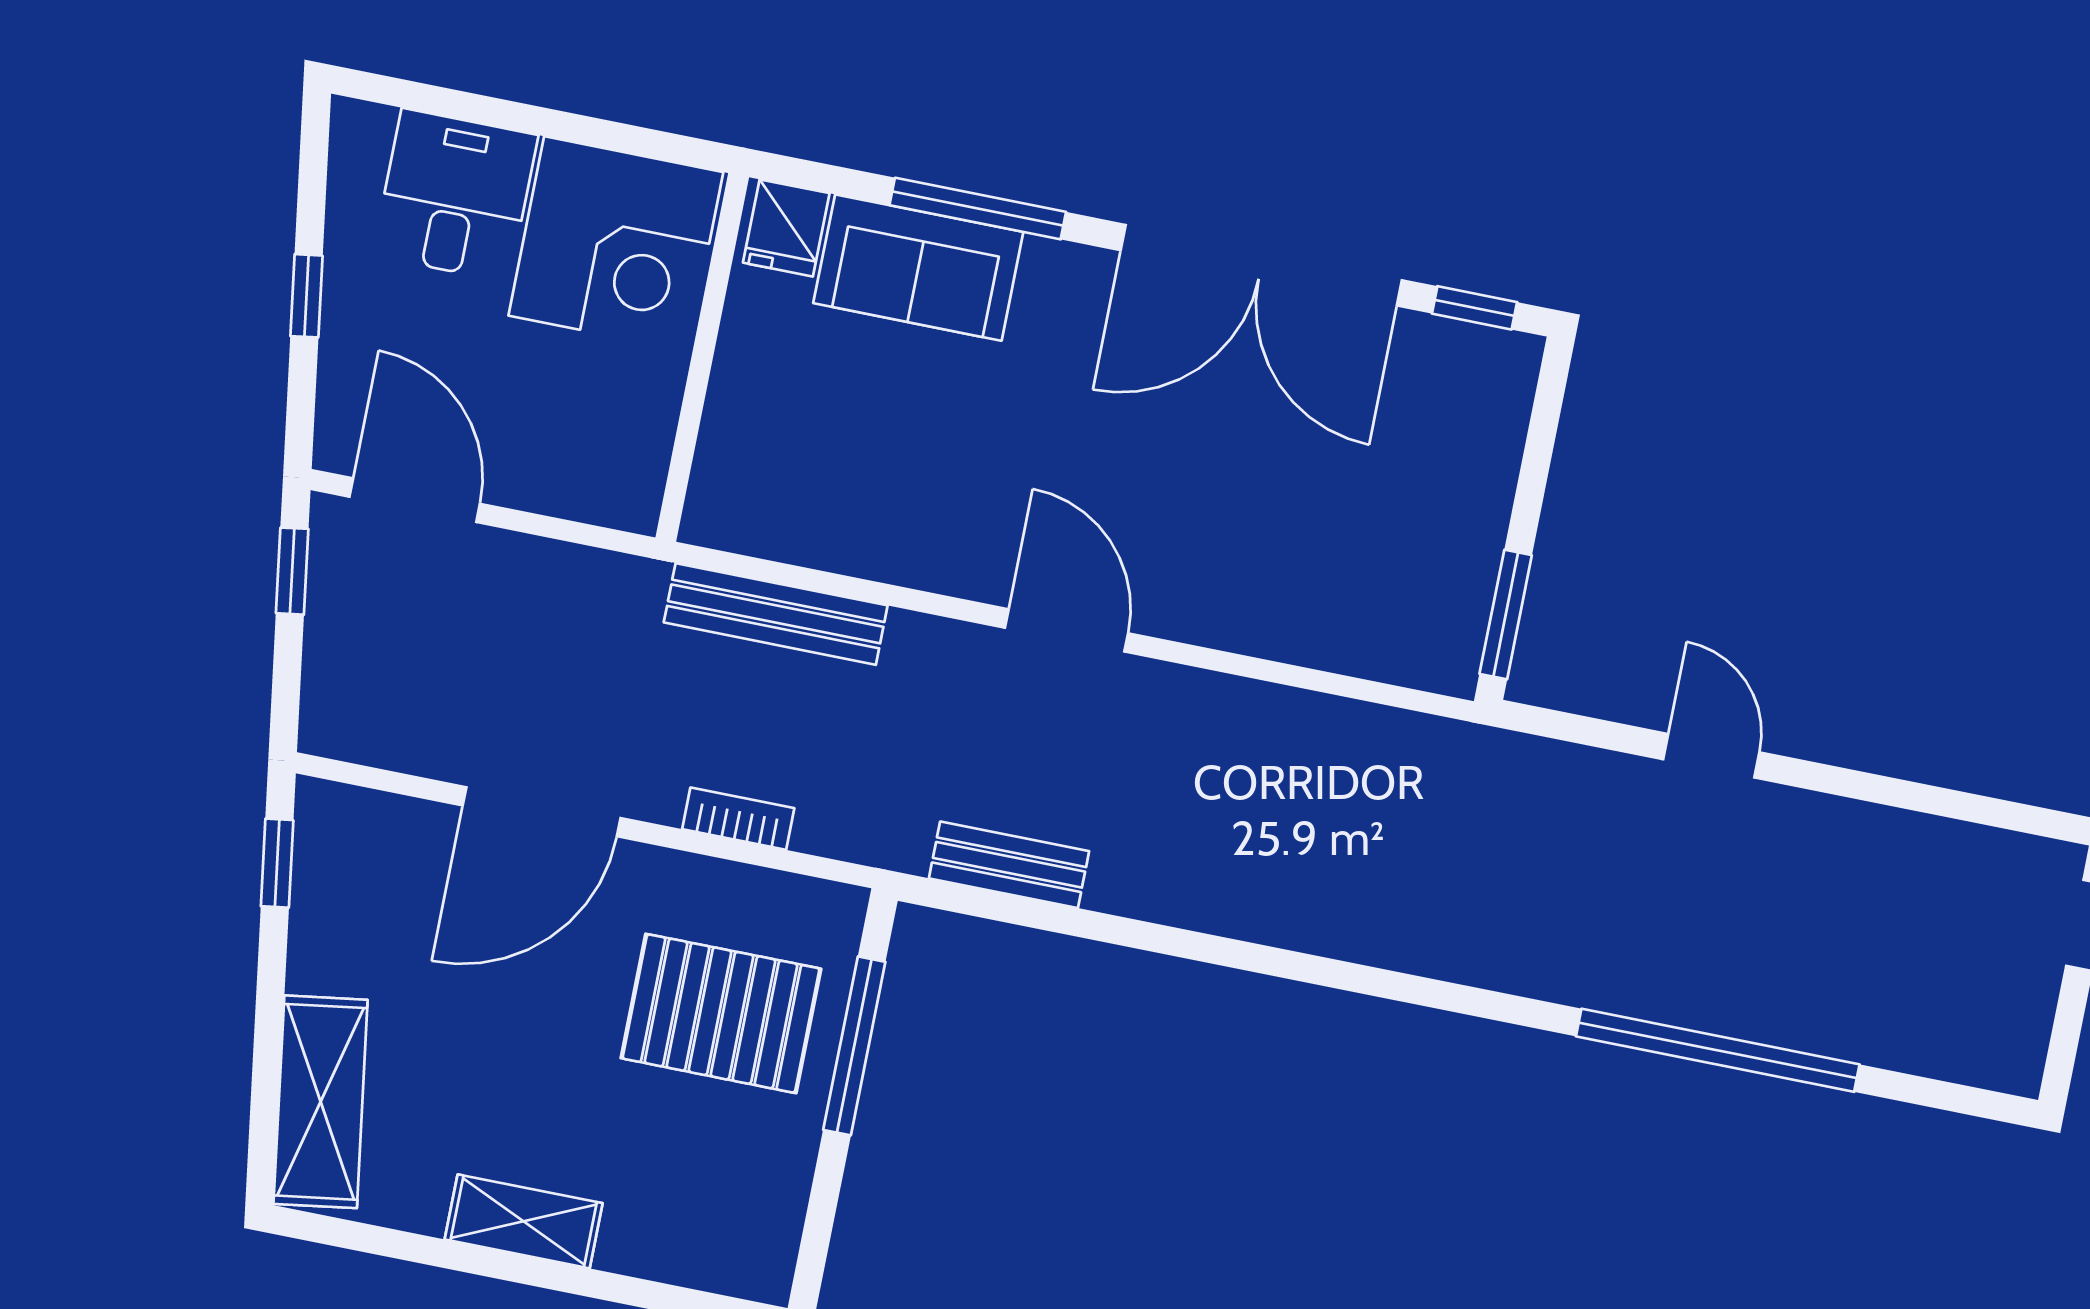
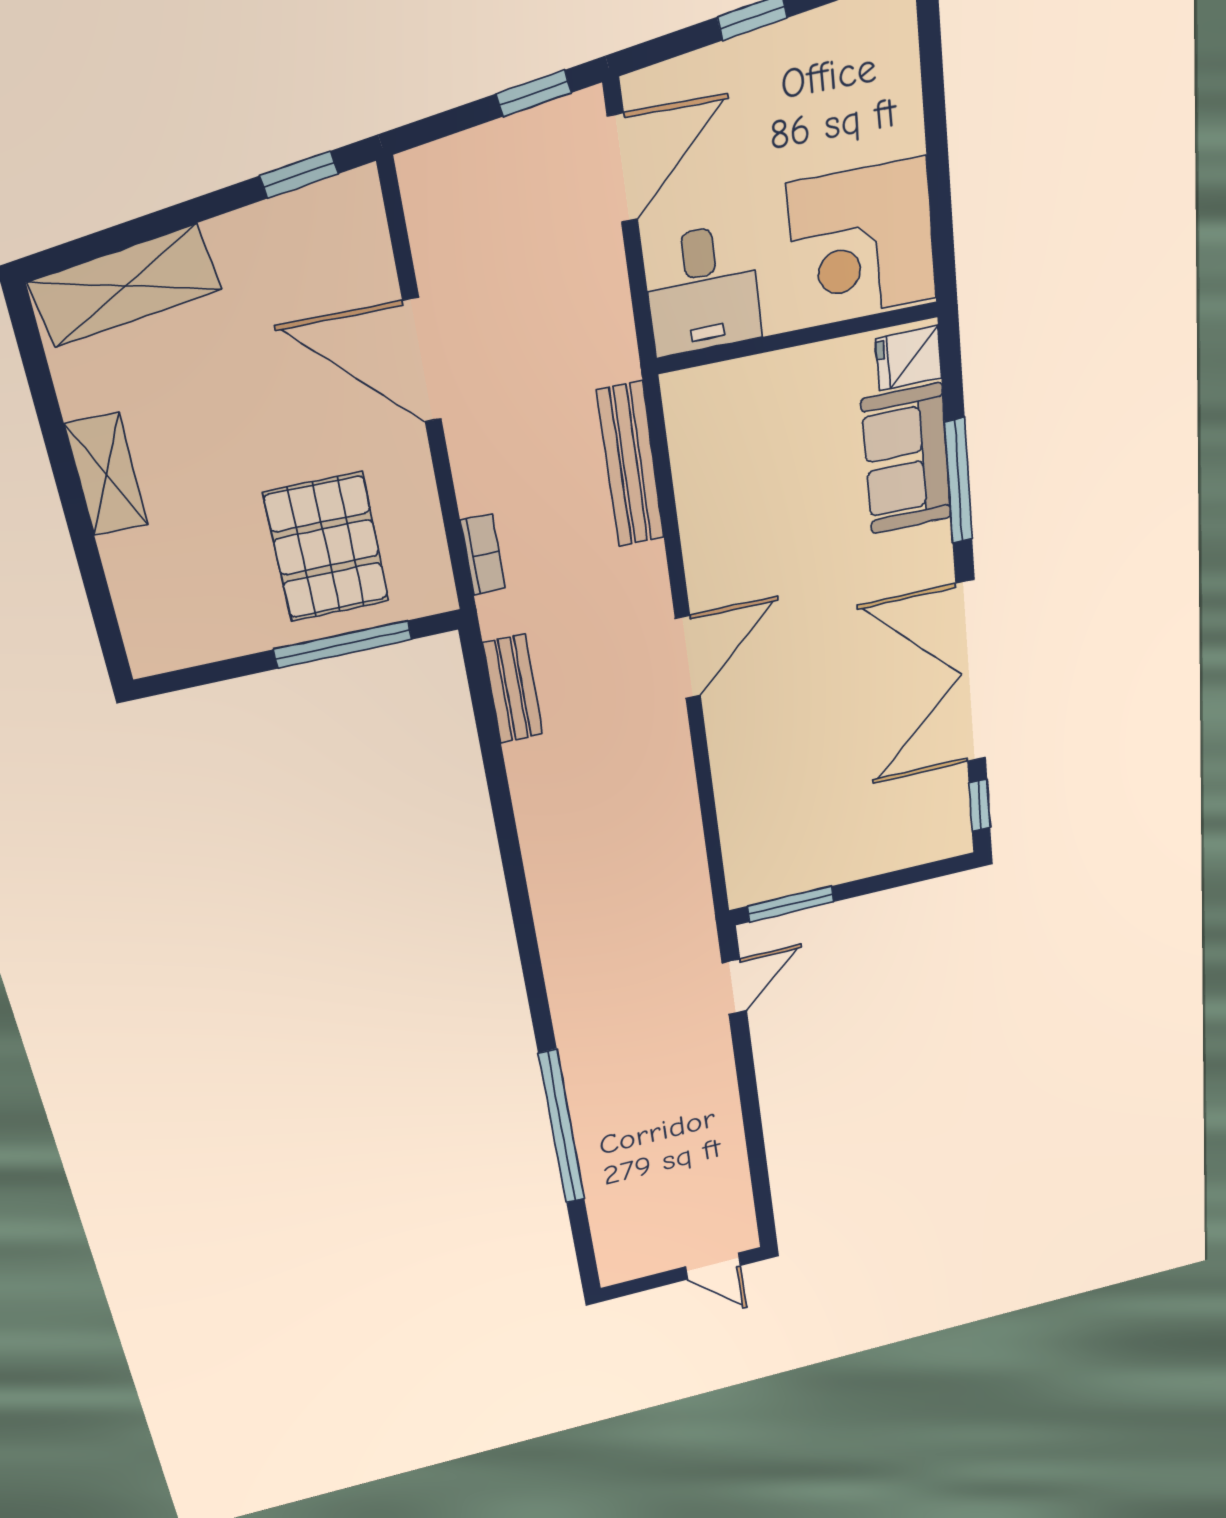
desk: (455, 195) -> (703, 290), moved, turned 90
door: (1711, 756) -> (734, 987), moved
bookcase: (738, 819) -> (483, 554), moved

